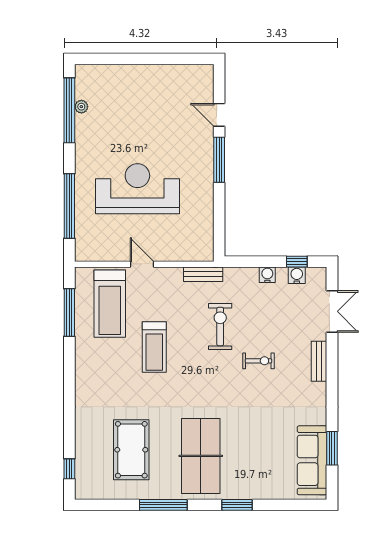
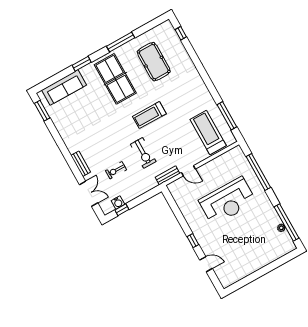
window: (219, 160) -> (193, 241), width x0.46
door: (142, 264) -> (188, 171), moved
water cooler: (267, 275) -> (134, 194), removed
double door: (332, 311) -> (89, 194), swing flipped
treadmill: (154, 347) -> (149, 115), moved, turned -90
exercise bike: (258, 361) -> (116, 170), moved
window: (332, 448) -> (42, 111), moved
sofa: (312, 460) -> (64, 87), moved, turned 90

